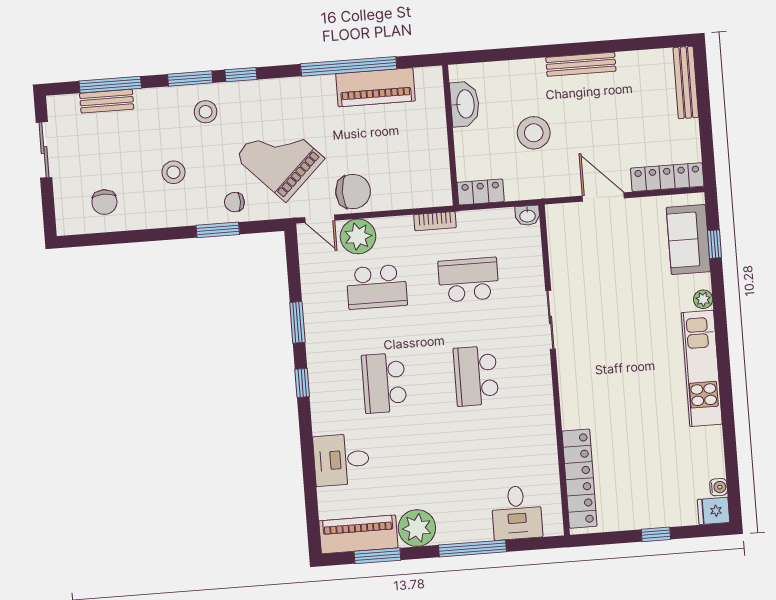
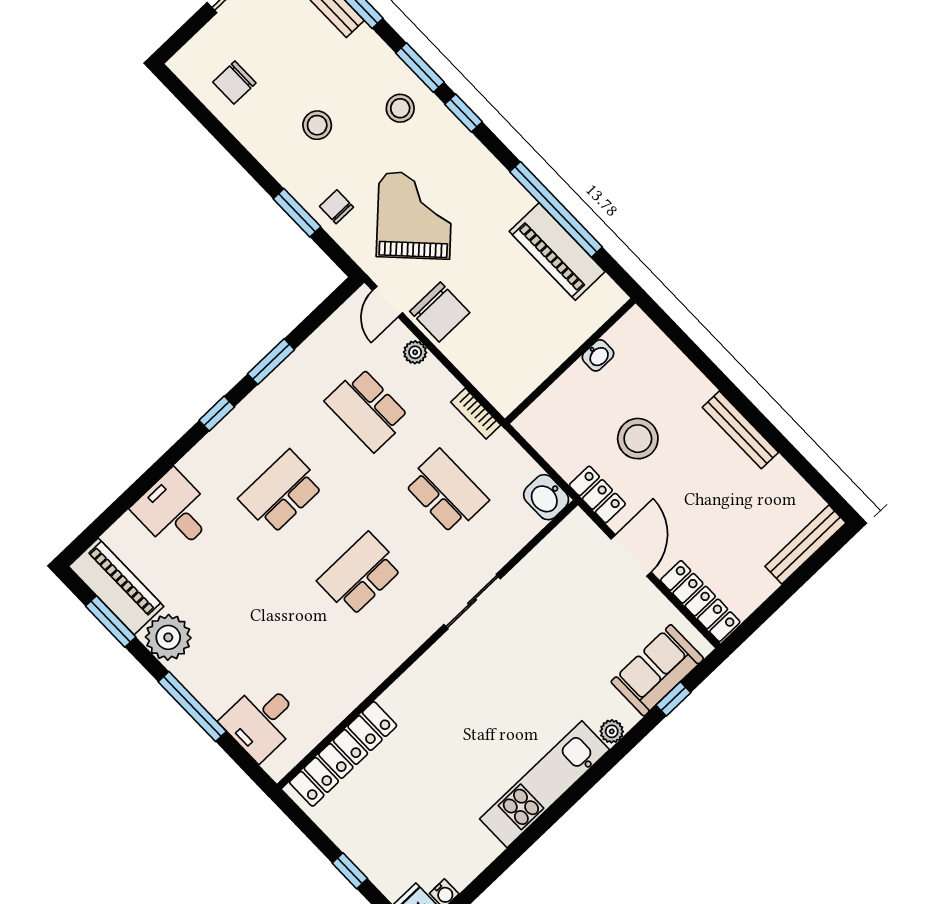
washbasin: (465, 104) -> (598, 355), width x0.52, depth x0.69
locker: (481, 192) -> (597, 495), moved
washbasin: (527, 215) -> (546, 497), width x1.38, depth x1.45
plant: (358, 236) -> (415, 352), width x0.53, depth x0.53

